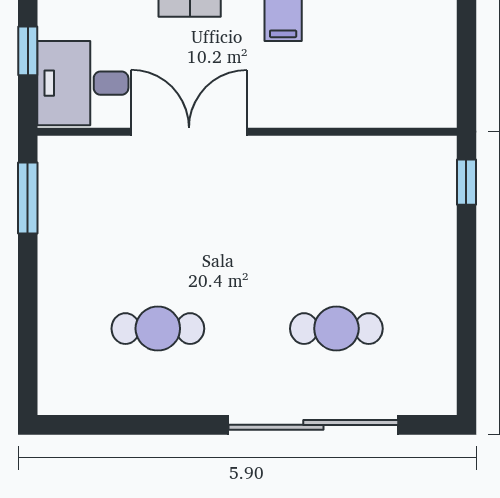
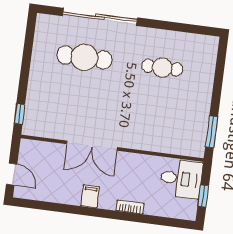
door: (466, 44) -> (12, 174), added
double door: (189, 132) -> (92, 146), moved
cafe table: (336, 329) -> (84, 57), width x1.37, depth x1.35

